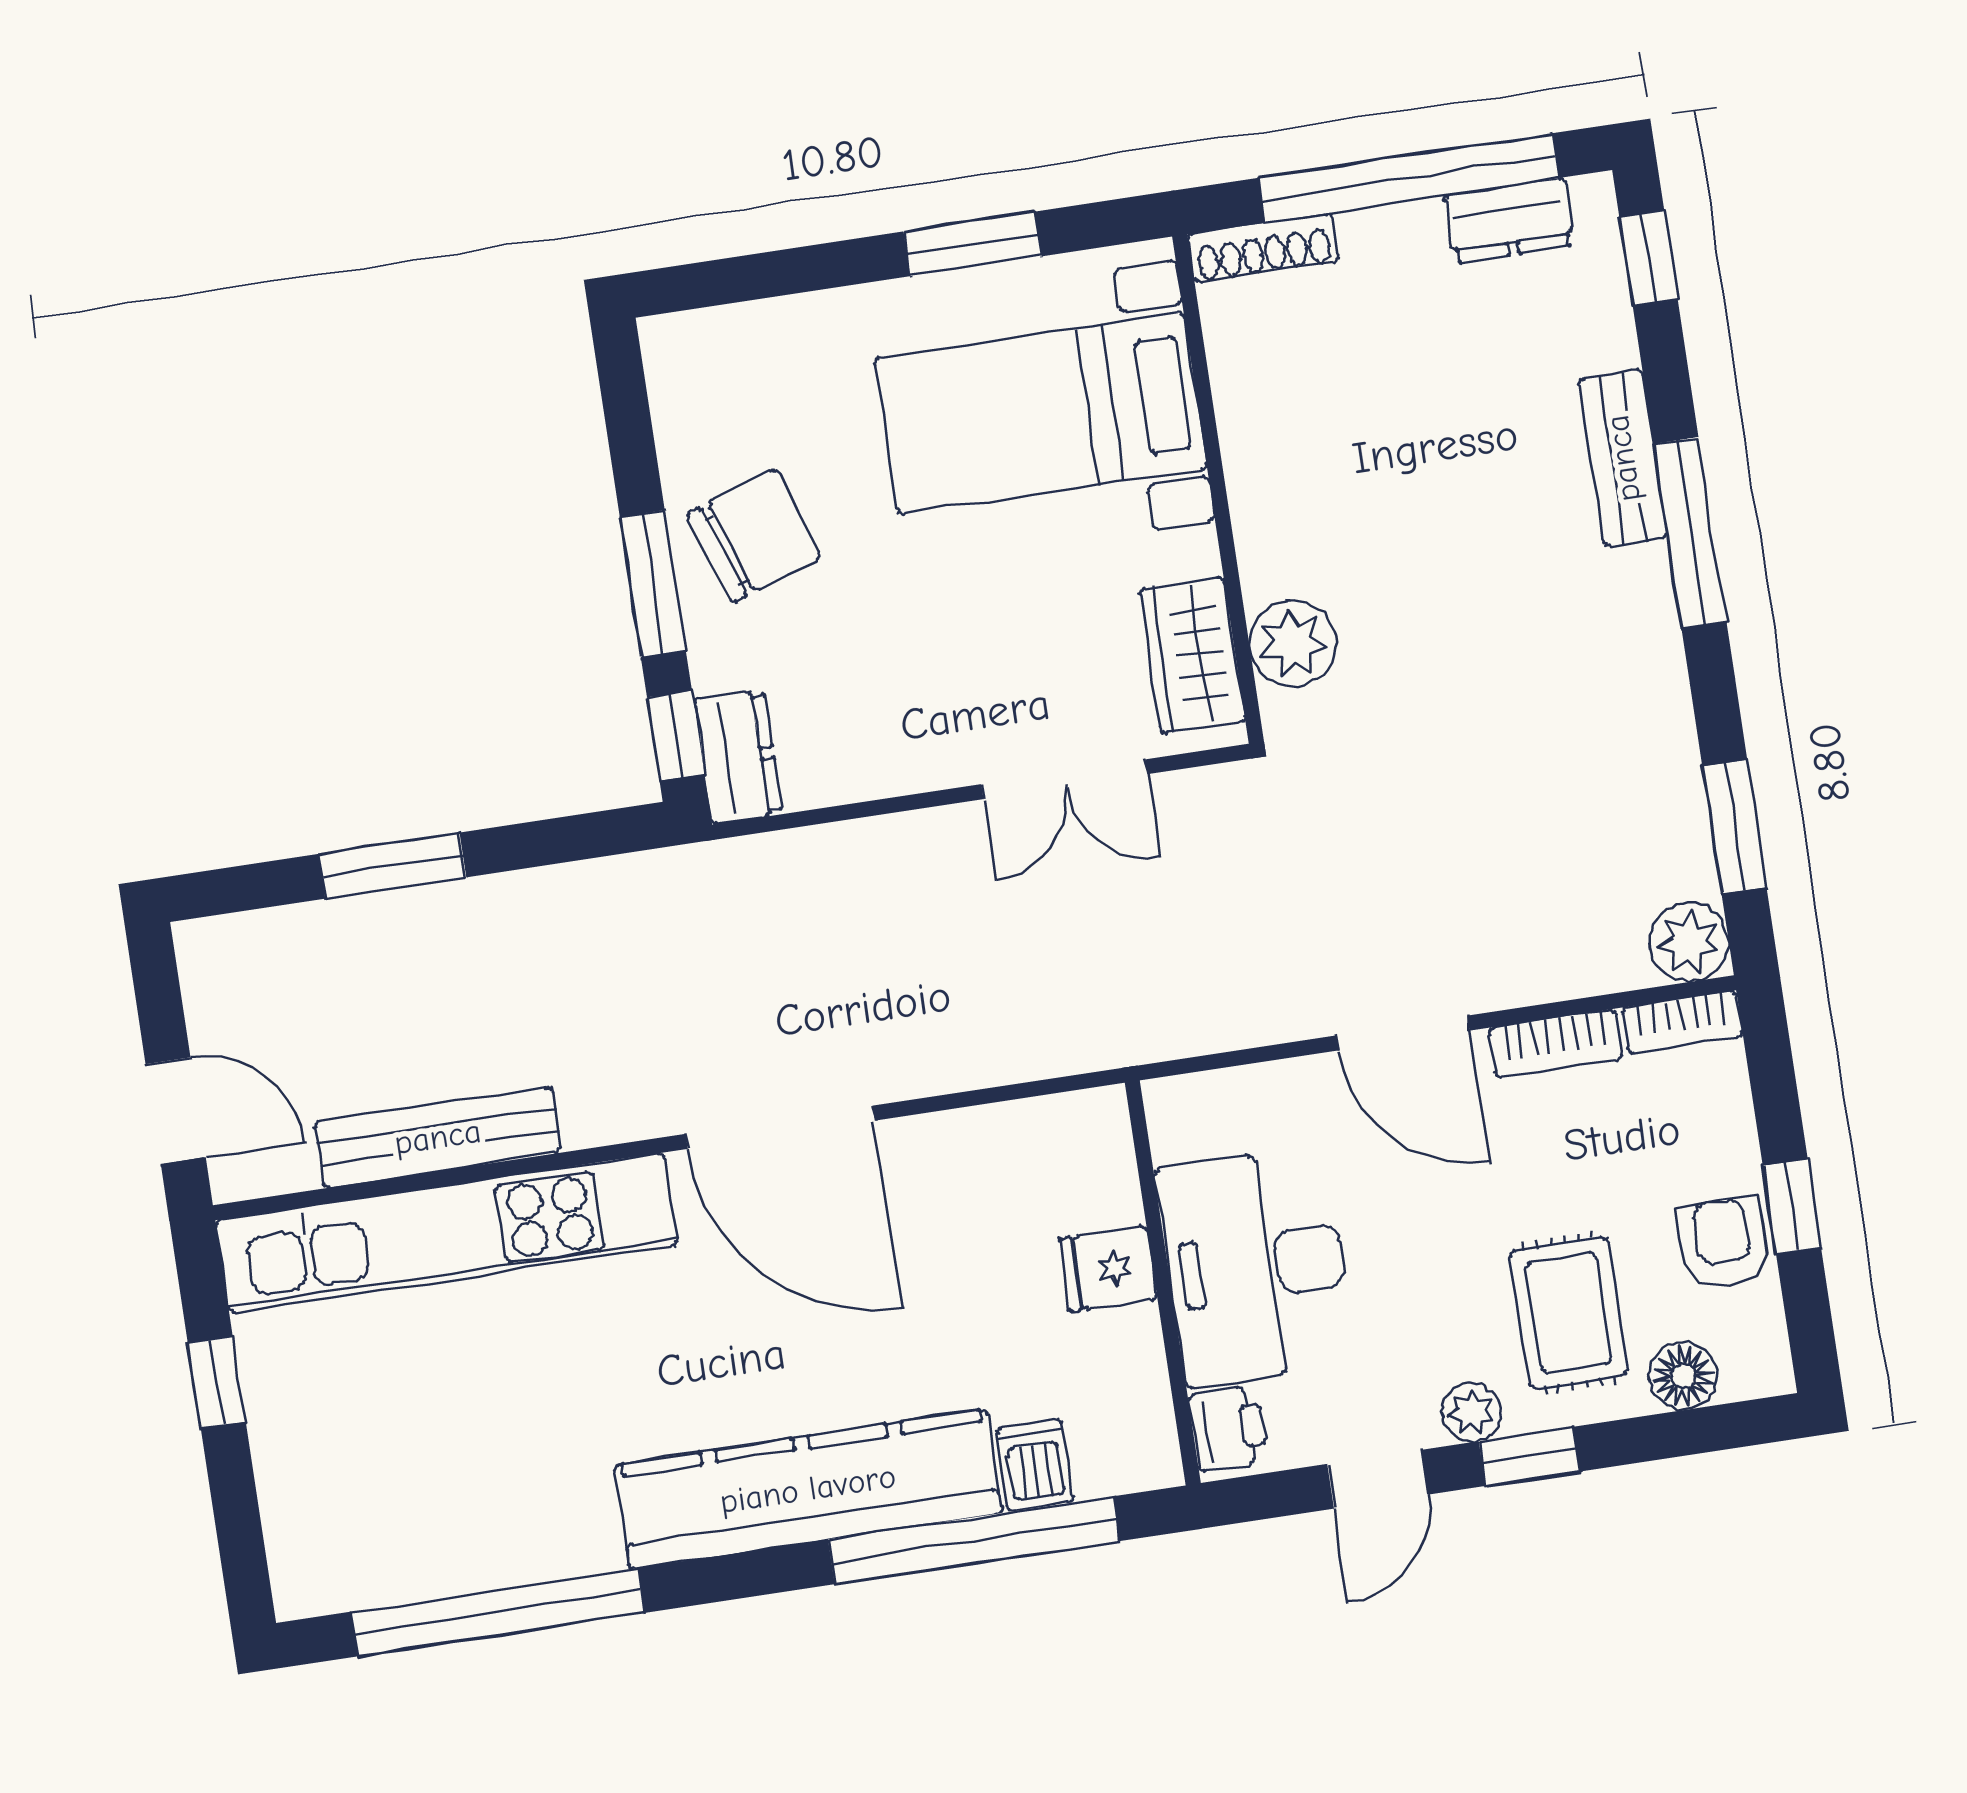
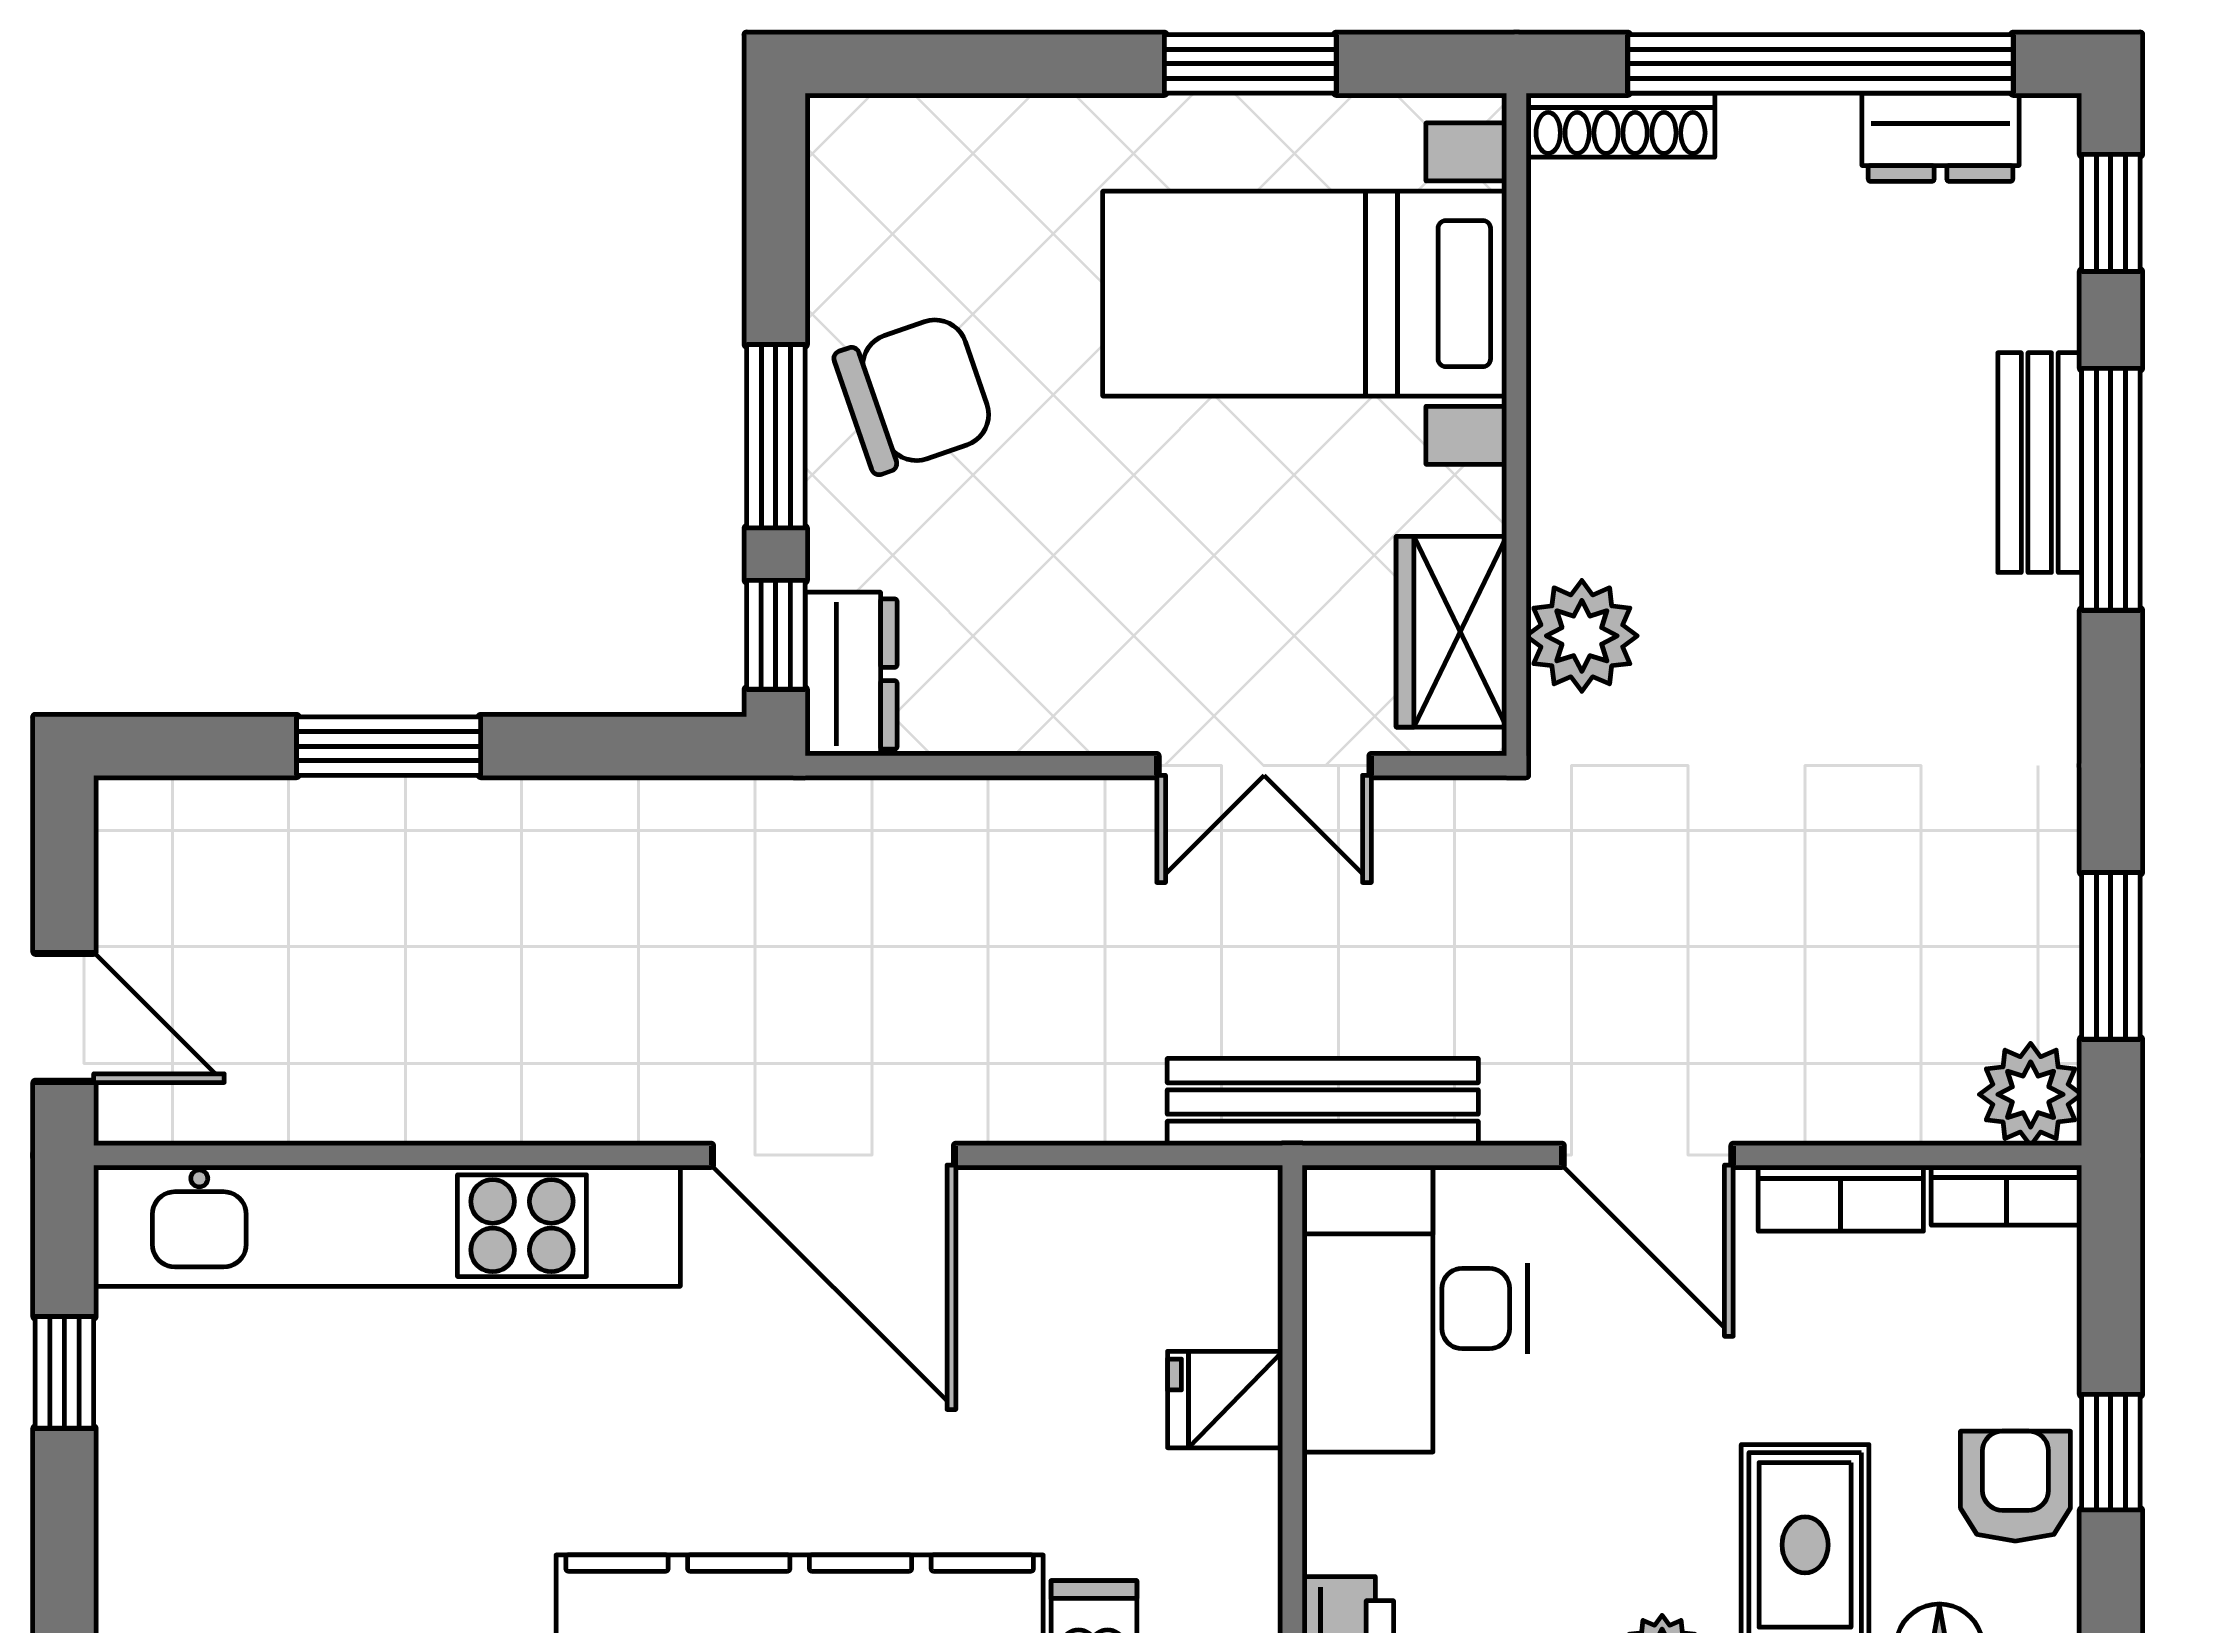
window: (1690, 533) -> (2111, 489), moved
bench: (438, 1137) -> (1323, 1102), moved
desk: (1256, 1266) -> (1415, 1309), moved

